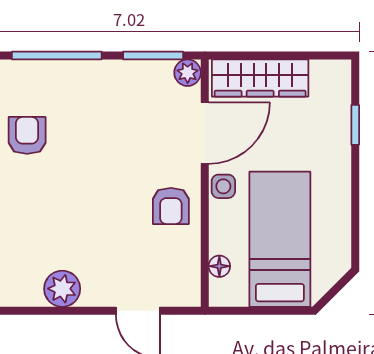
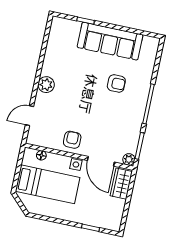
wardrobe: (260, 78) -> (121, 184), width x0.67
armchair: (171, 206) -> (72, 140), turned 90

